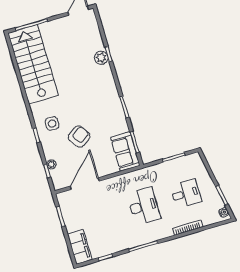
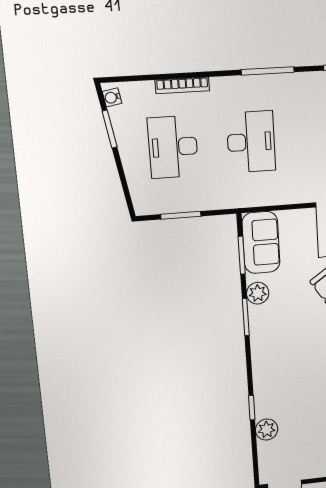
plant: (101, 58) -> (267, 429), moved
plant: (121, 122) -> (258, 293), added
desk: (186, 194) -> (173, 147), width x1.37
desk: (144, 206) -> (251, 142), turned 180

